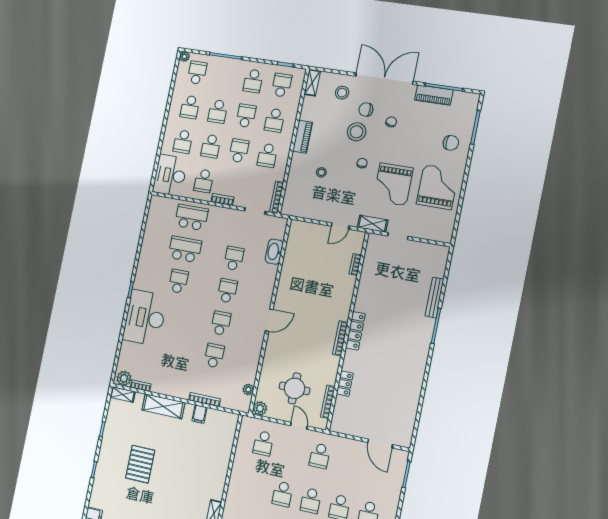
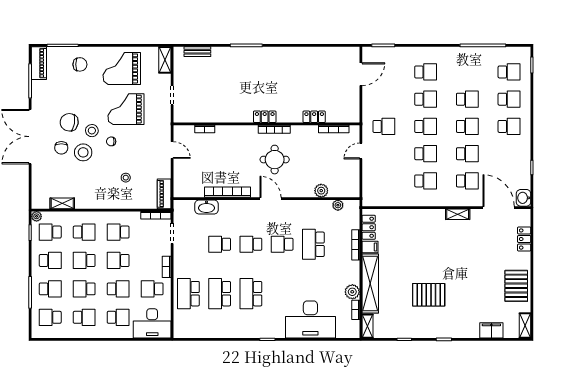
plant: (185, 57) -> (37, 216), moved
school desk: (225, 77) -> (50, 289), added
shelving: (312, 83) -> (62, 203), moved
stool: (342, 93) -> (92, 131), moved
piano: (434, 95) -> (39, 63), moved
school desk: (218, 111) -> (84, 289), turned 180
chair: (391, 122) -> (69, 122), width x1.87, depth x1.87
piano: (303, 137) -> (164, 194), moved, turned -90
chair: (451, 143) -> (80, 64), turned 90
school desk: (267, 155) -> (118, 232), turned 180
school desk: (204, 181) -> (152, 289), turned 180
grand piano: (393, 184) -> (126, 109), turned 180
shelving: (373, 224) -> (165, 60), moved
bookcase: (285, 276) -> (228, 192), added
school desk: (178, 281) -> (251, 294), width x1.85
bench: (434, 298) -> (197, 52), moved, width x0.73
desk: (145, 318) -> (310, 319), moved
locker: (355, 331) -> (265, 117), width x0.66
school desk: (214, 356) -> (313, 244), width x1.85
plant: (124, 378) -> (352, 292), moved
round table: (295, 388) -> (275, 160), moved
shelving: (163, 406) -> (370, 283), width x1.47
plant: (260, 408) -> (321, 191), moved
locker: (220, 417) -> (369, 227), added
school desk: (263, 443) -> (426, 181), moved

